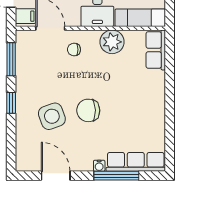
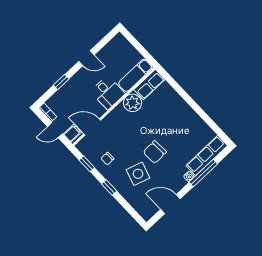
chair: (74, 50) -> (107, 159), moved
row of seats: (156, 50) -> (149, 84), moved, turned -90
window: (11, 59) -> (87, 164), width x0.67
side table: (52, 116) -> (138, 174), turned 38

